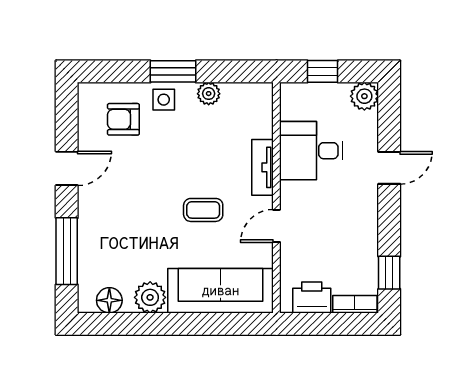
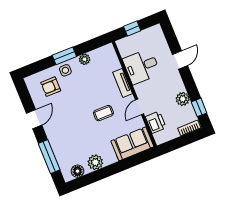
plant: (364, 96) -> (183, 99), moved
sofa: (221, 291) -> (132, 144), width x0.73
printer: (312, 297) -> (156, 122), moved, turned 90

